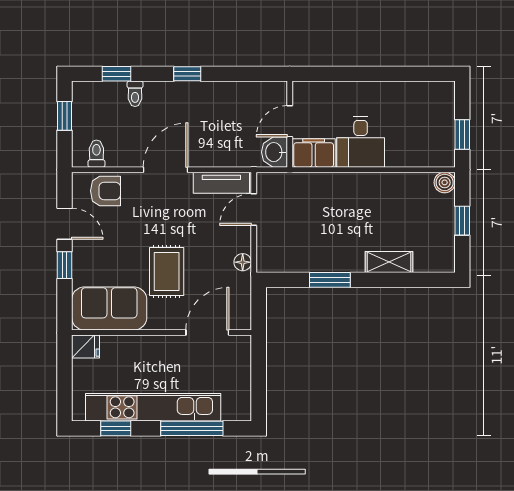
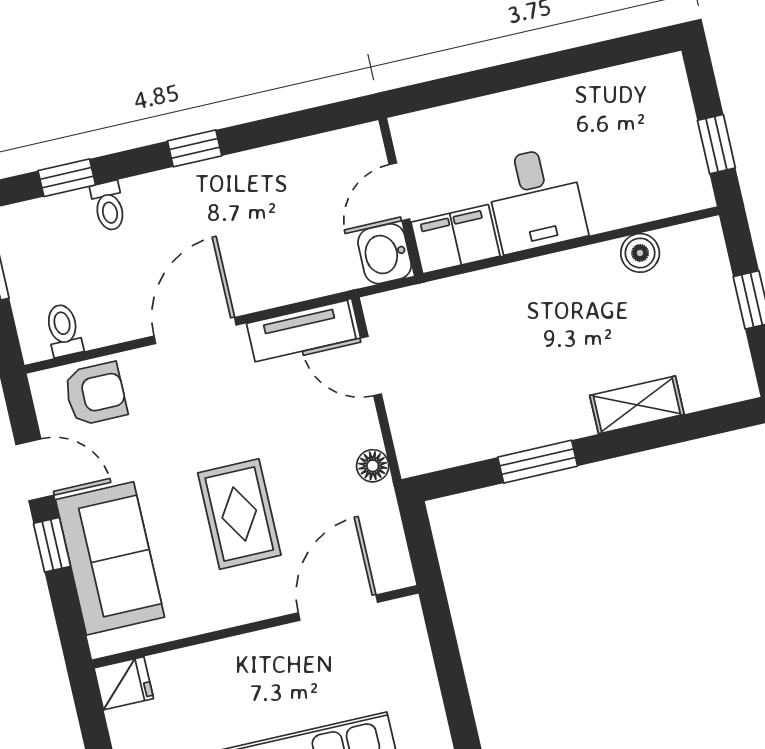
boiler: (445, 182) -> (640, 253), moved
door: (254, 210) -> (371, 366), hinge flipped
sofa: (109, 309) -> (110, 558), moved, turned 90

